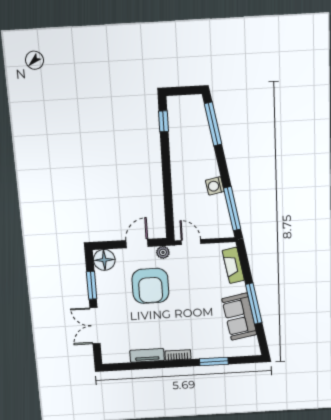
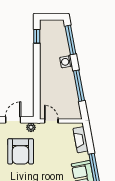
washing machine: (215, 186) -> (66, 62), moved
window: (232, 209) -> (79, 86), moved

